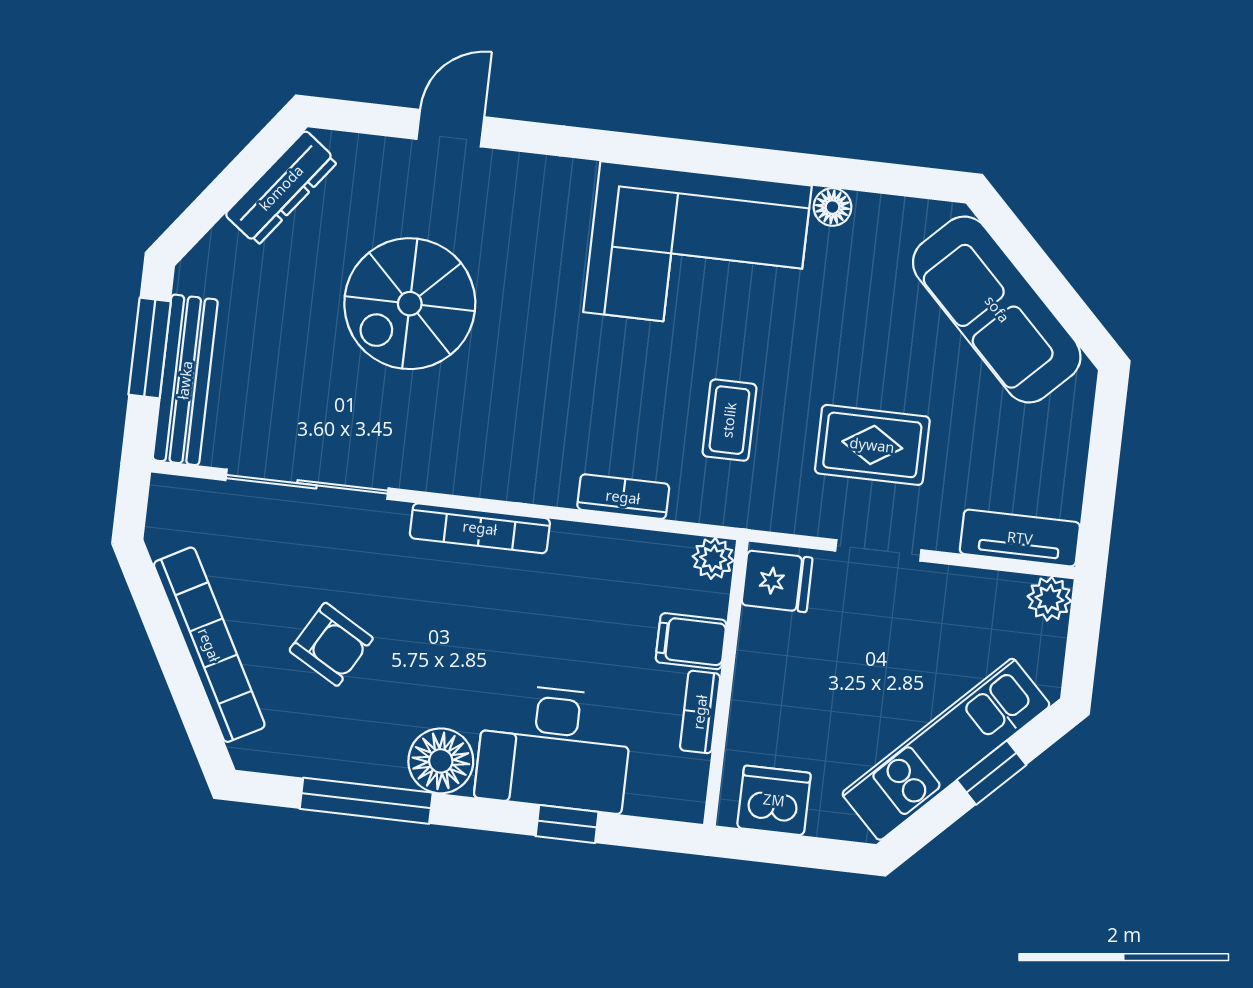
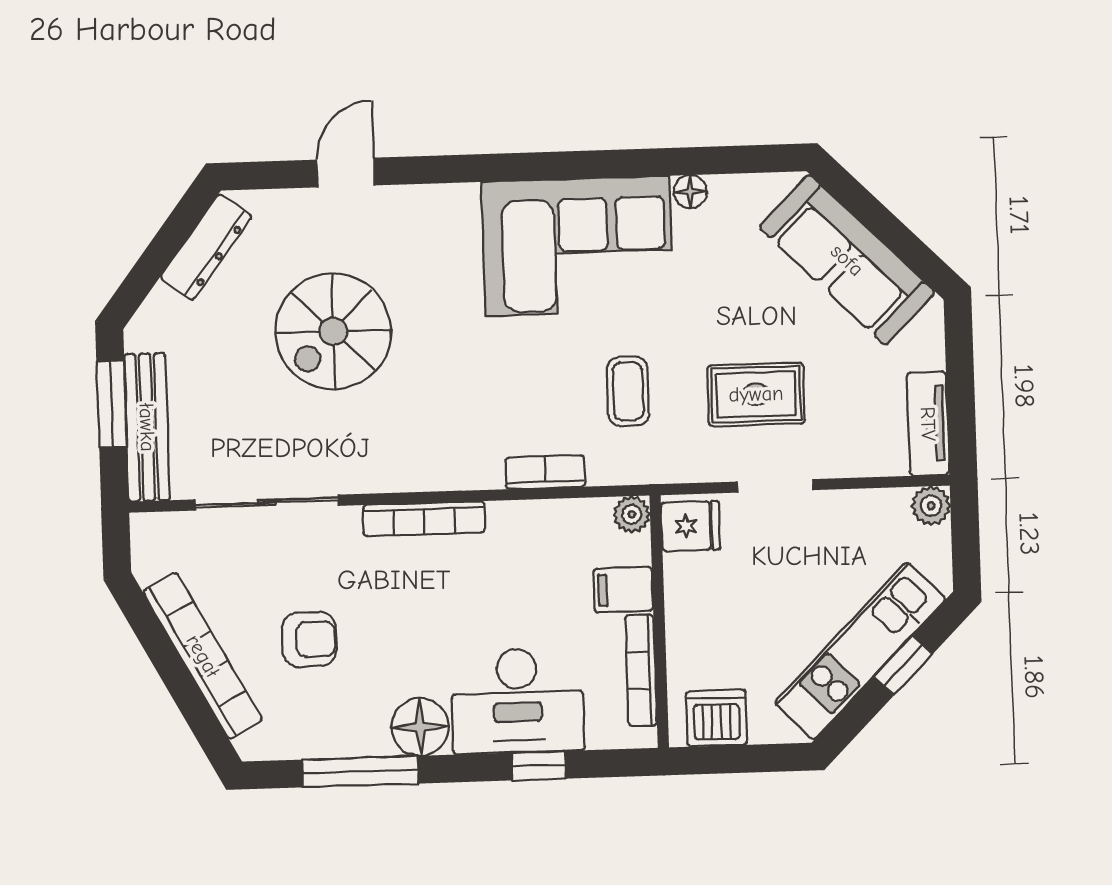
tv unit: (1020, 538) -> (928, 424), moved, turned -90
armchair: (331, 644) -> (309, 639), turned -30
bookcase: (700, 712) -> (641, 670), width x1.56

